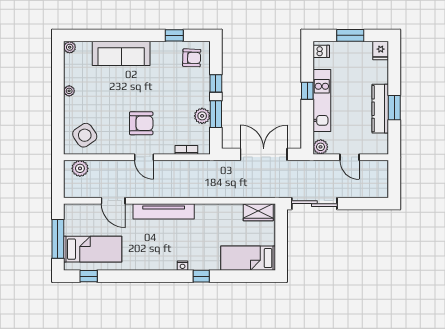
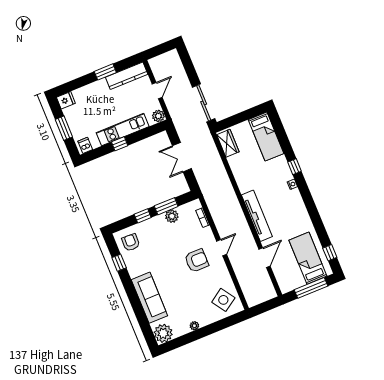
plant: (70, 47) -> (163, 333), width x1.88, depth x1.88
kitchen counter: (380, 109) -> (127, 76), moved
armchair: (141, 123) -> (197, 261), turned 90
double door: (264, 154) -> (182, 157), width x0.73
plant: (80, 168) -> (250, 293), removed

